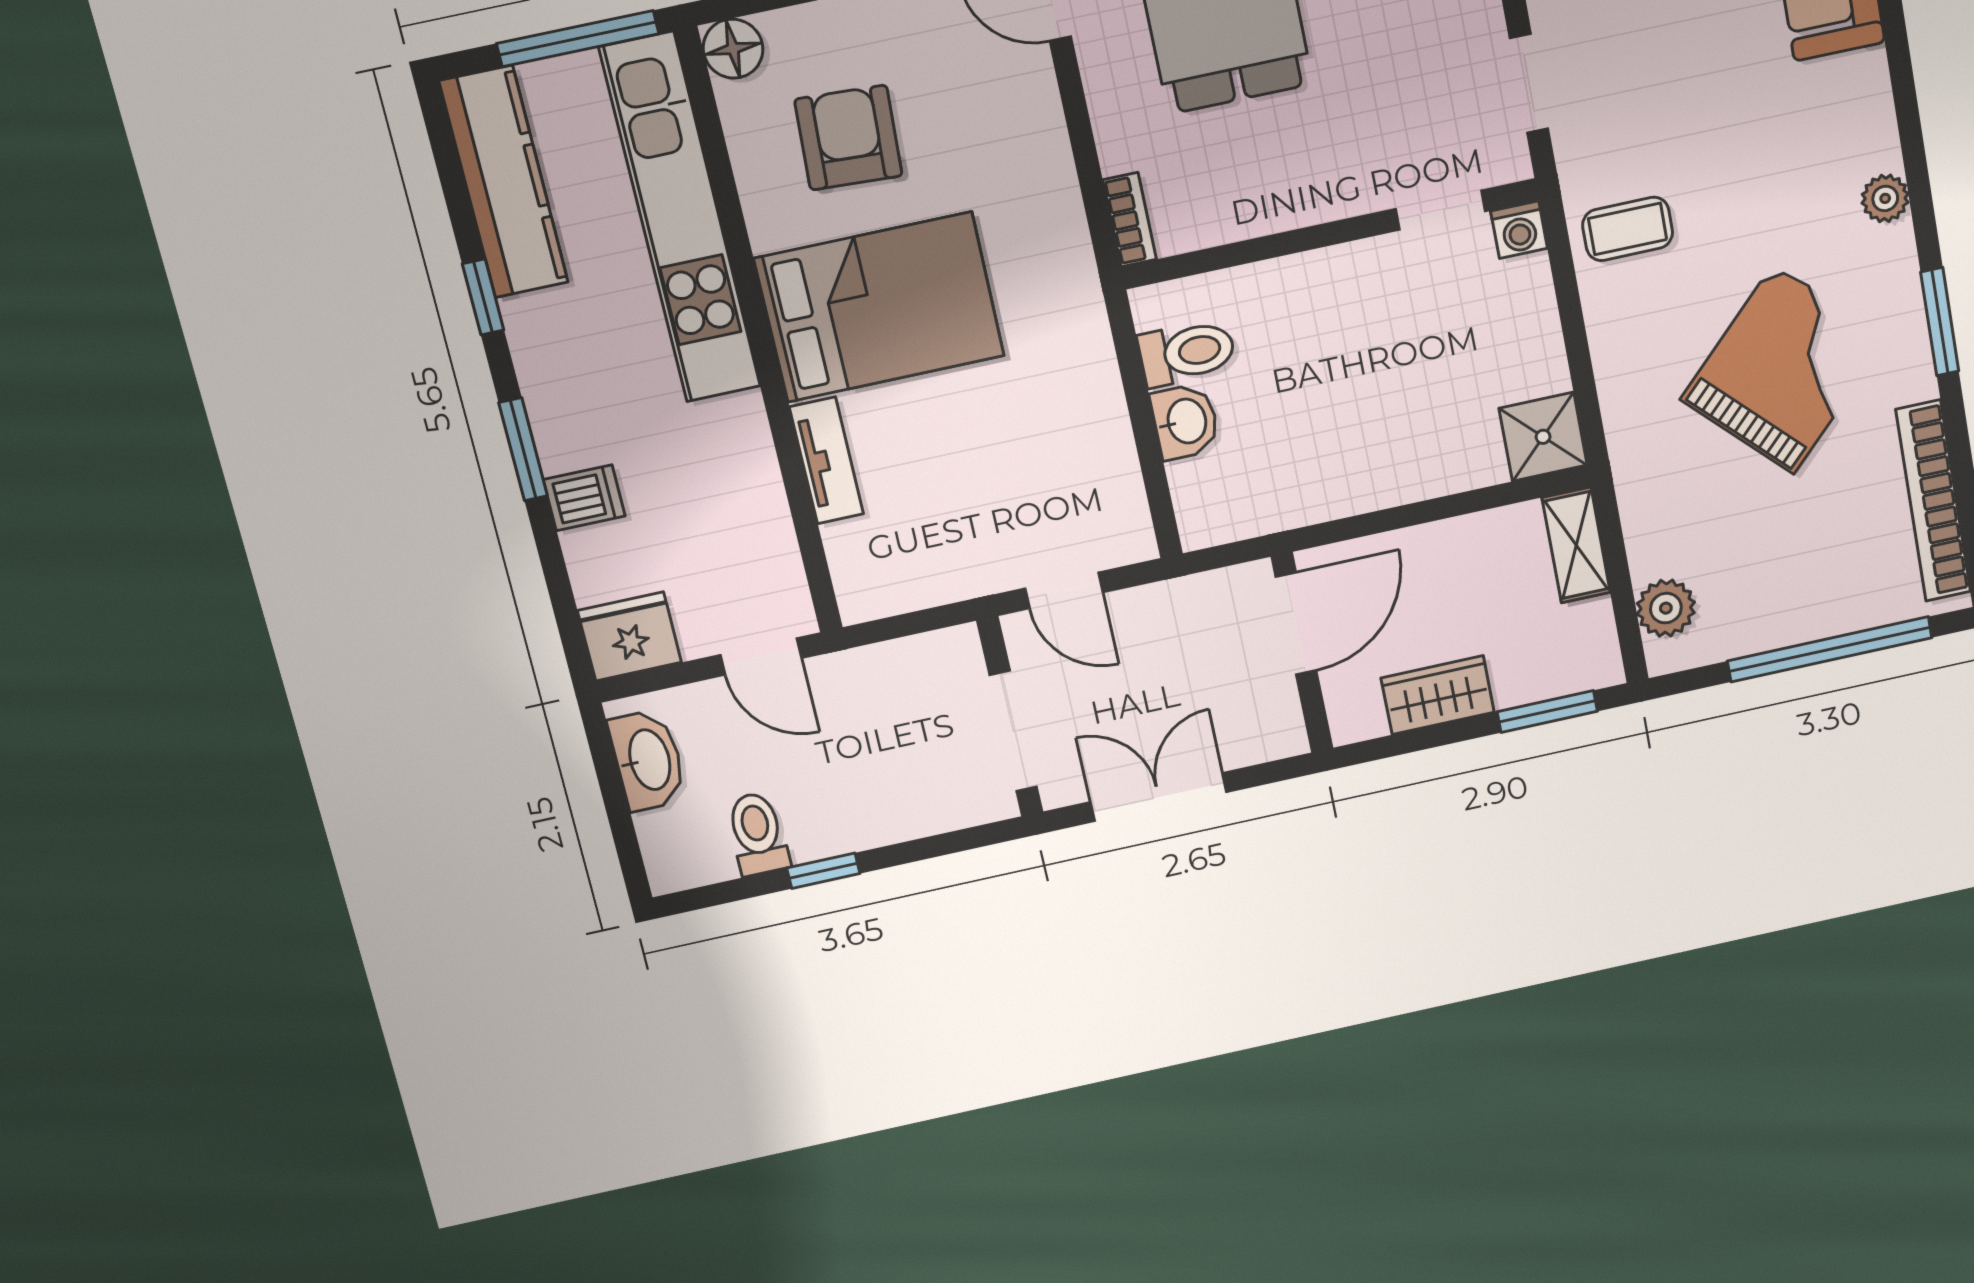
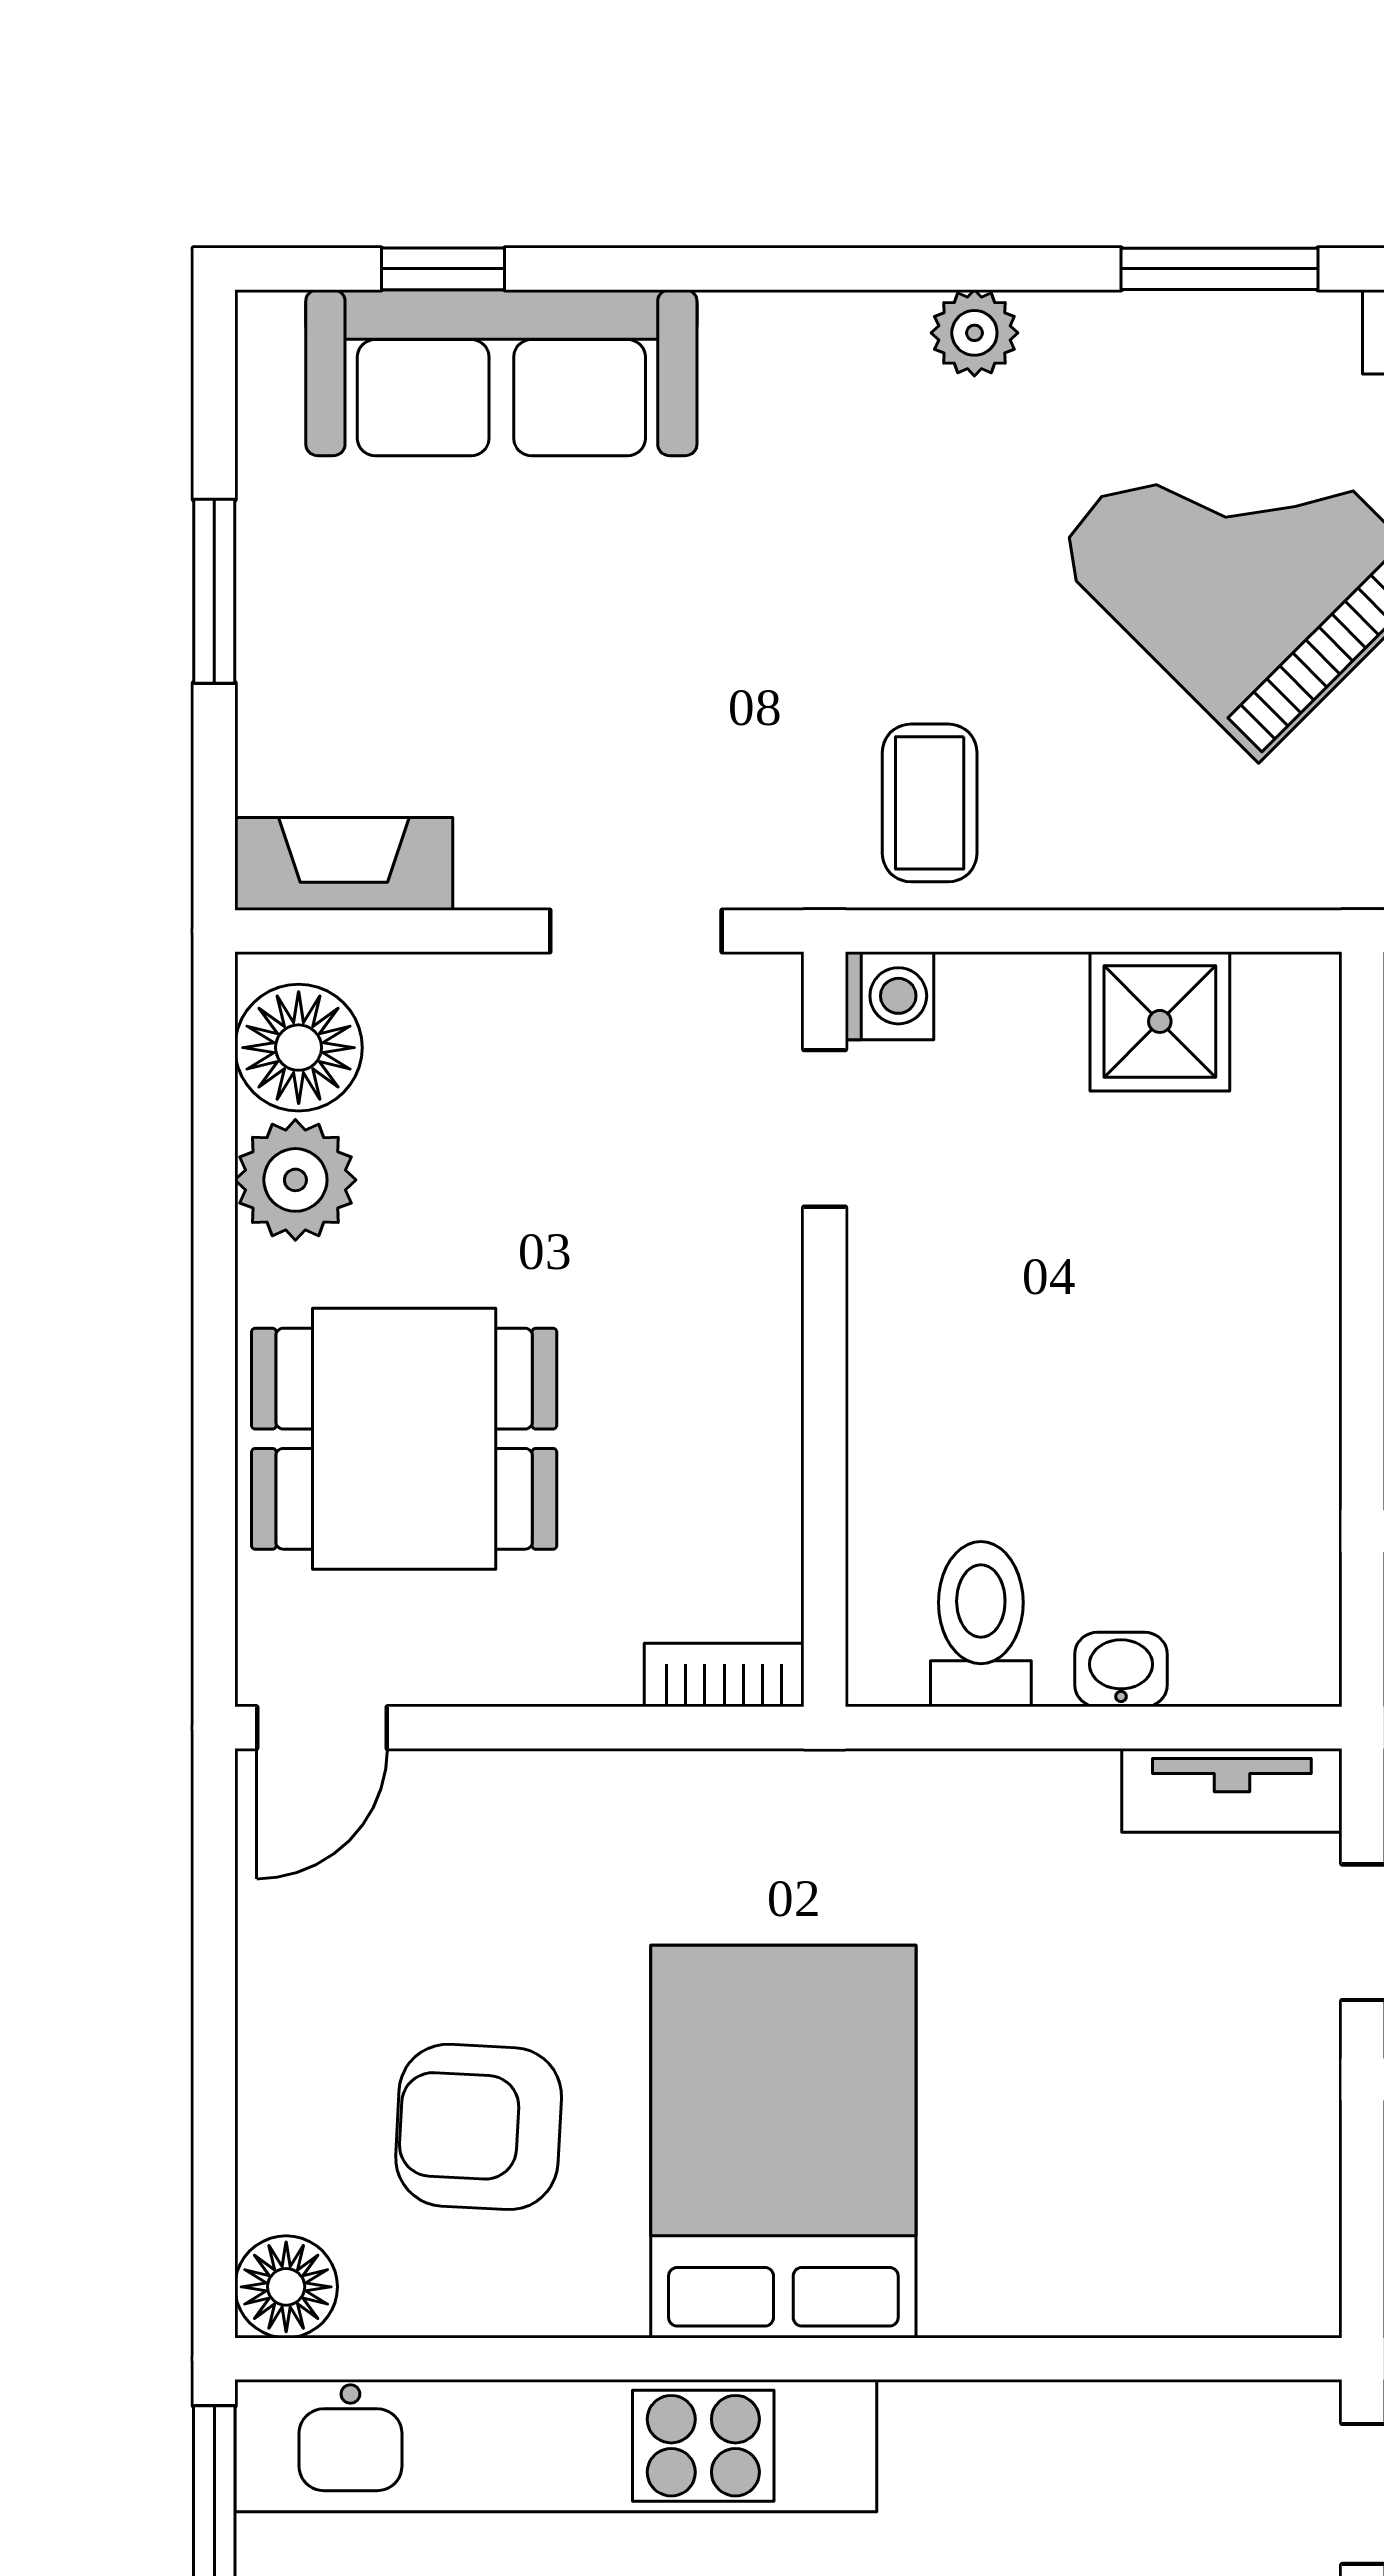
washbasin: (1185, 421) -> (1121, 1670), width x0.72, depth x0.69
shower: (1543, 437) -> (1160, 1021), moved
tv unit: (826, 461) -> (1232, 1790), moved, turned 180

